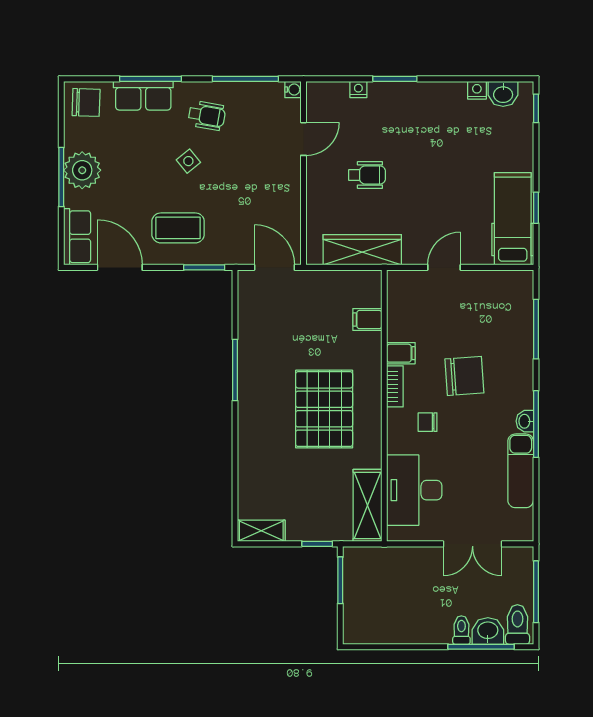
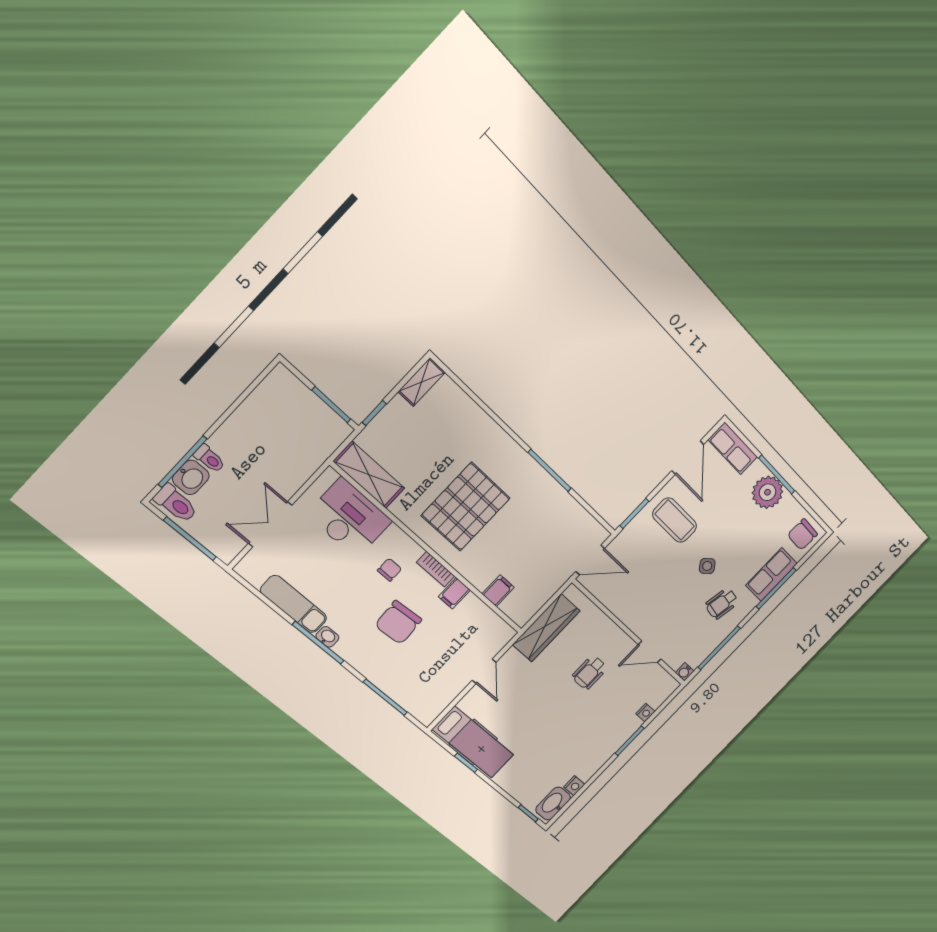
washbasin: (503, 94) -> (553, 804), width x1.38
door: (304, 139) -> (650, 652), hinge flipped
coffee table: (178, 228) -> (675, 520), turned 90
door: (120, 267) -> (688, 458), hinge flipped
pallet: (324, 409) -> (466, 507), turned 90

